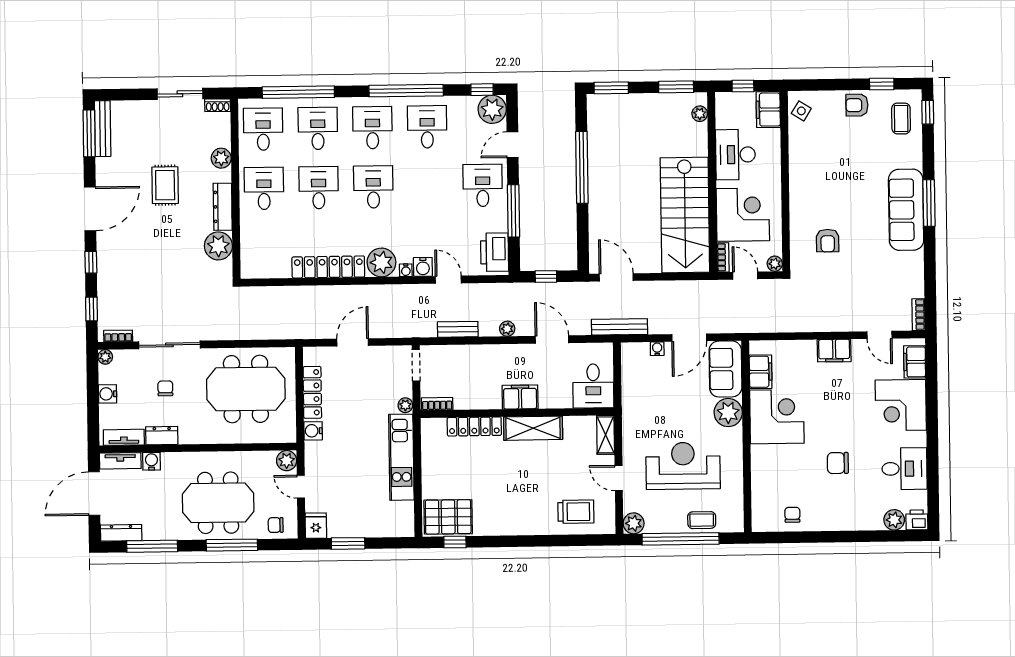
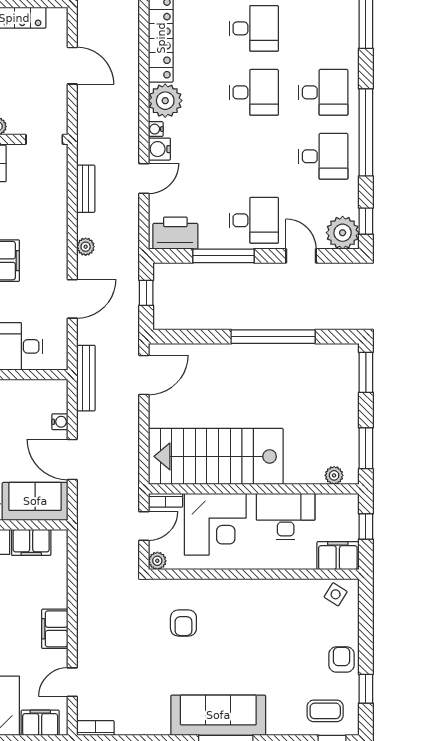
desk: (318, 128) -> (323, 28), removed
armchair: (828, 241) -> (183, 623), turned -90

